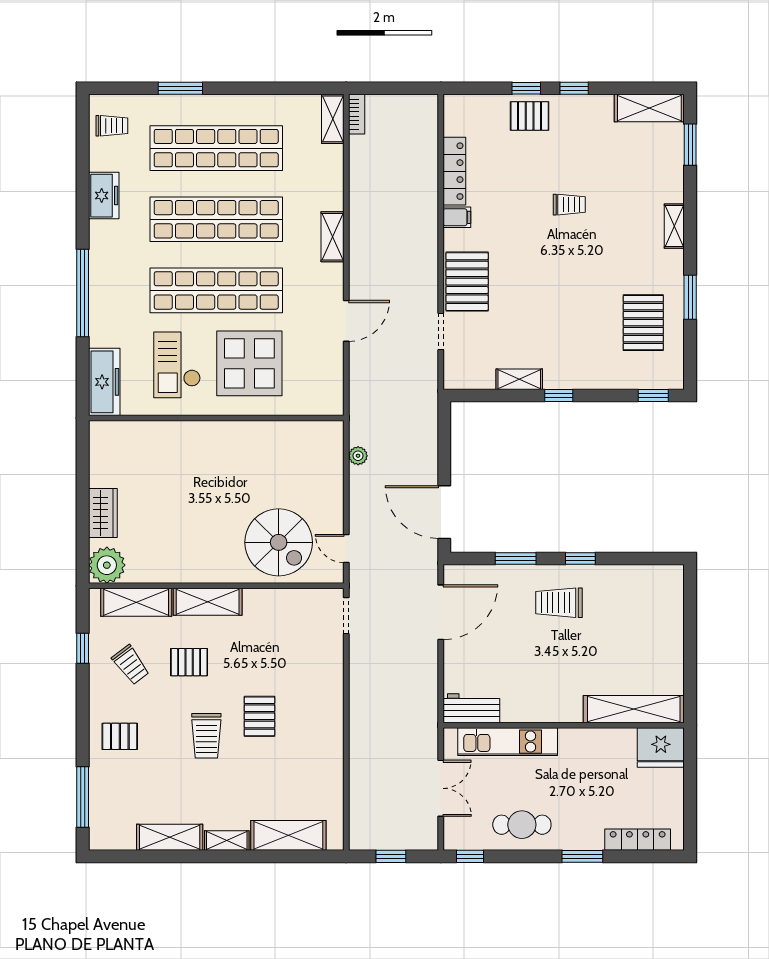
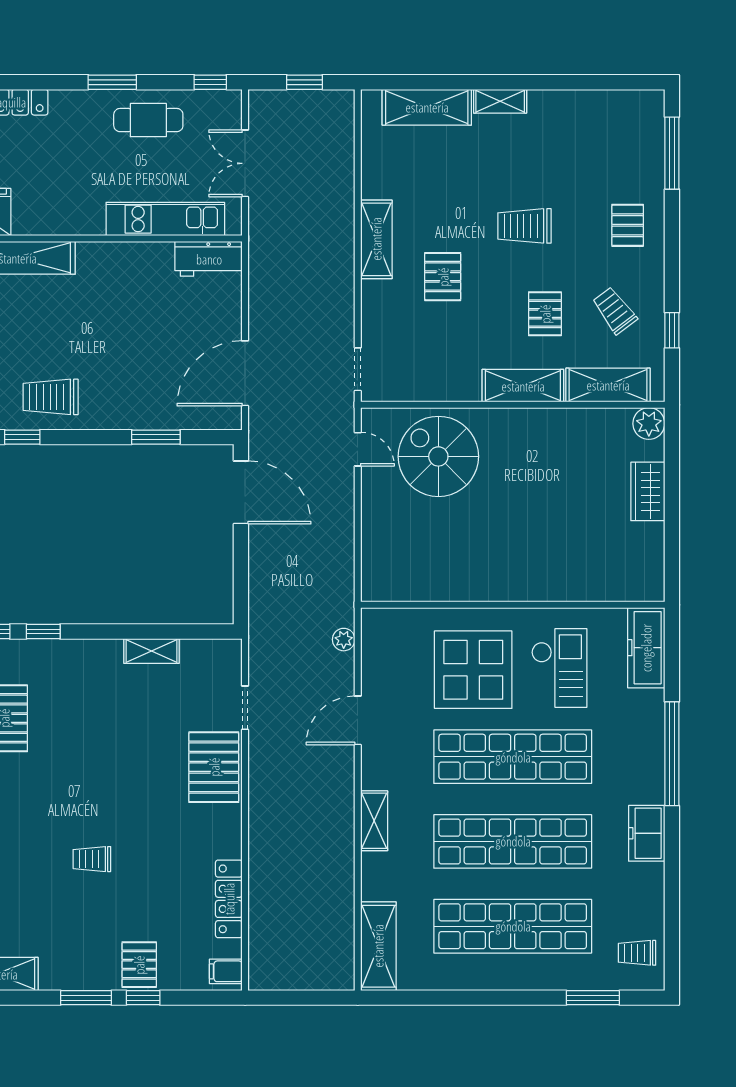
window: (180, 88) -> (593, 998), moved
window: (574, 88) -> (86, 998), width x1.50
bookcase: (357, 114) -> (345, 967), removed
pallet: (530, 116) -> (139, 965), turned 90
shelving: (333, 119) -> (378, 946), width x1.50, depth x1.33
freezer: (104, 196) -> (647, 833), moved
filing cabinet: (457, 217) -> (226, 971), moved
window: (559, 395) -> (43, 632), moved
plant: (358, 456) -> (344, 640), moved
window: (580, 559) -> (22, 437), moved
plant: (107, 565) -> (649, 424), width x0.73, depth x0.73
trolley: (559, 603) -> (51, 397), moved, turned 180
pallet: (189, 662) -> (545, 314), turned 90
pallet: (259, 716) -> (443, 277), moved
pallet: (120, 736) -> (628, 225), turned 90
trolley: (206, 736) -> (524, 226), turned -90
shelving: (170, 837) -> (376, 239), moved, turned 90
window: (582, 856) -> (112, 82), moved

